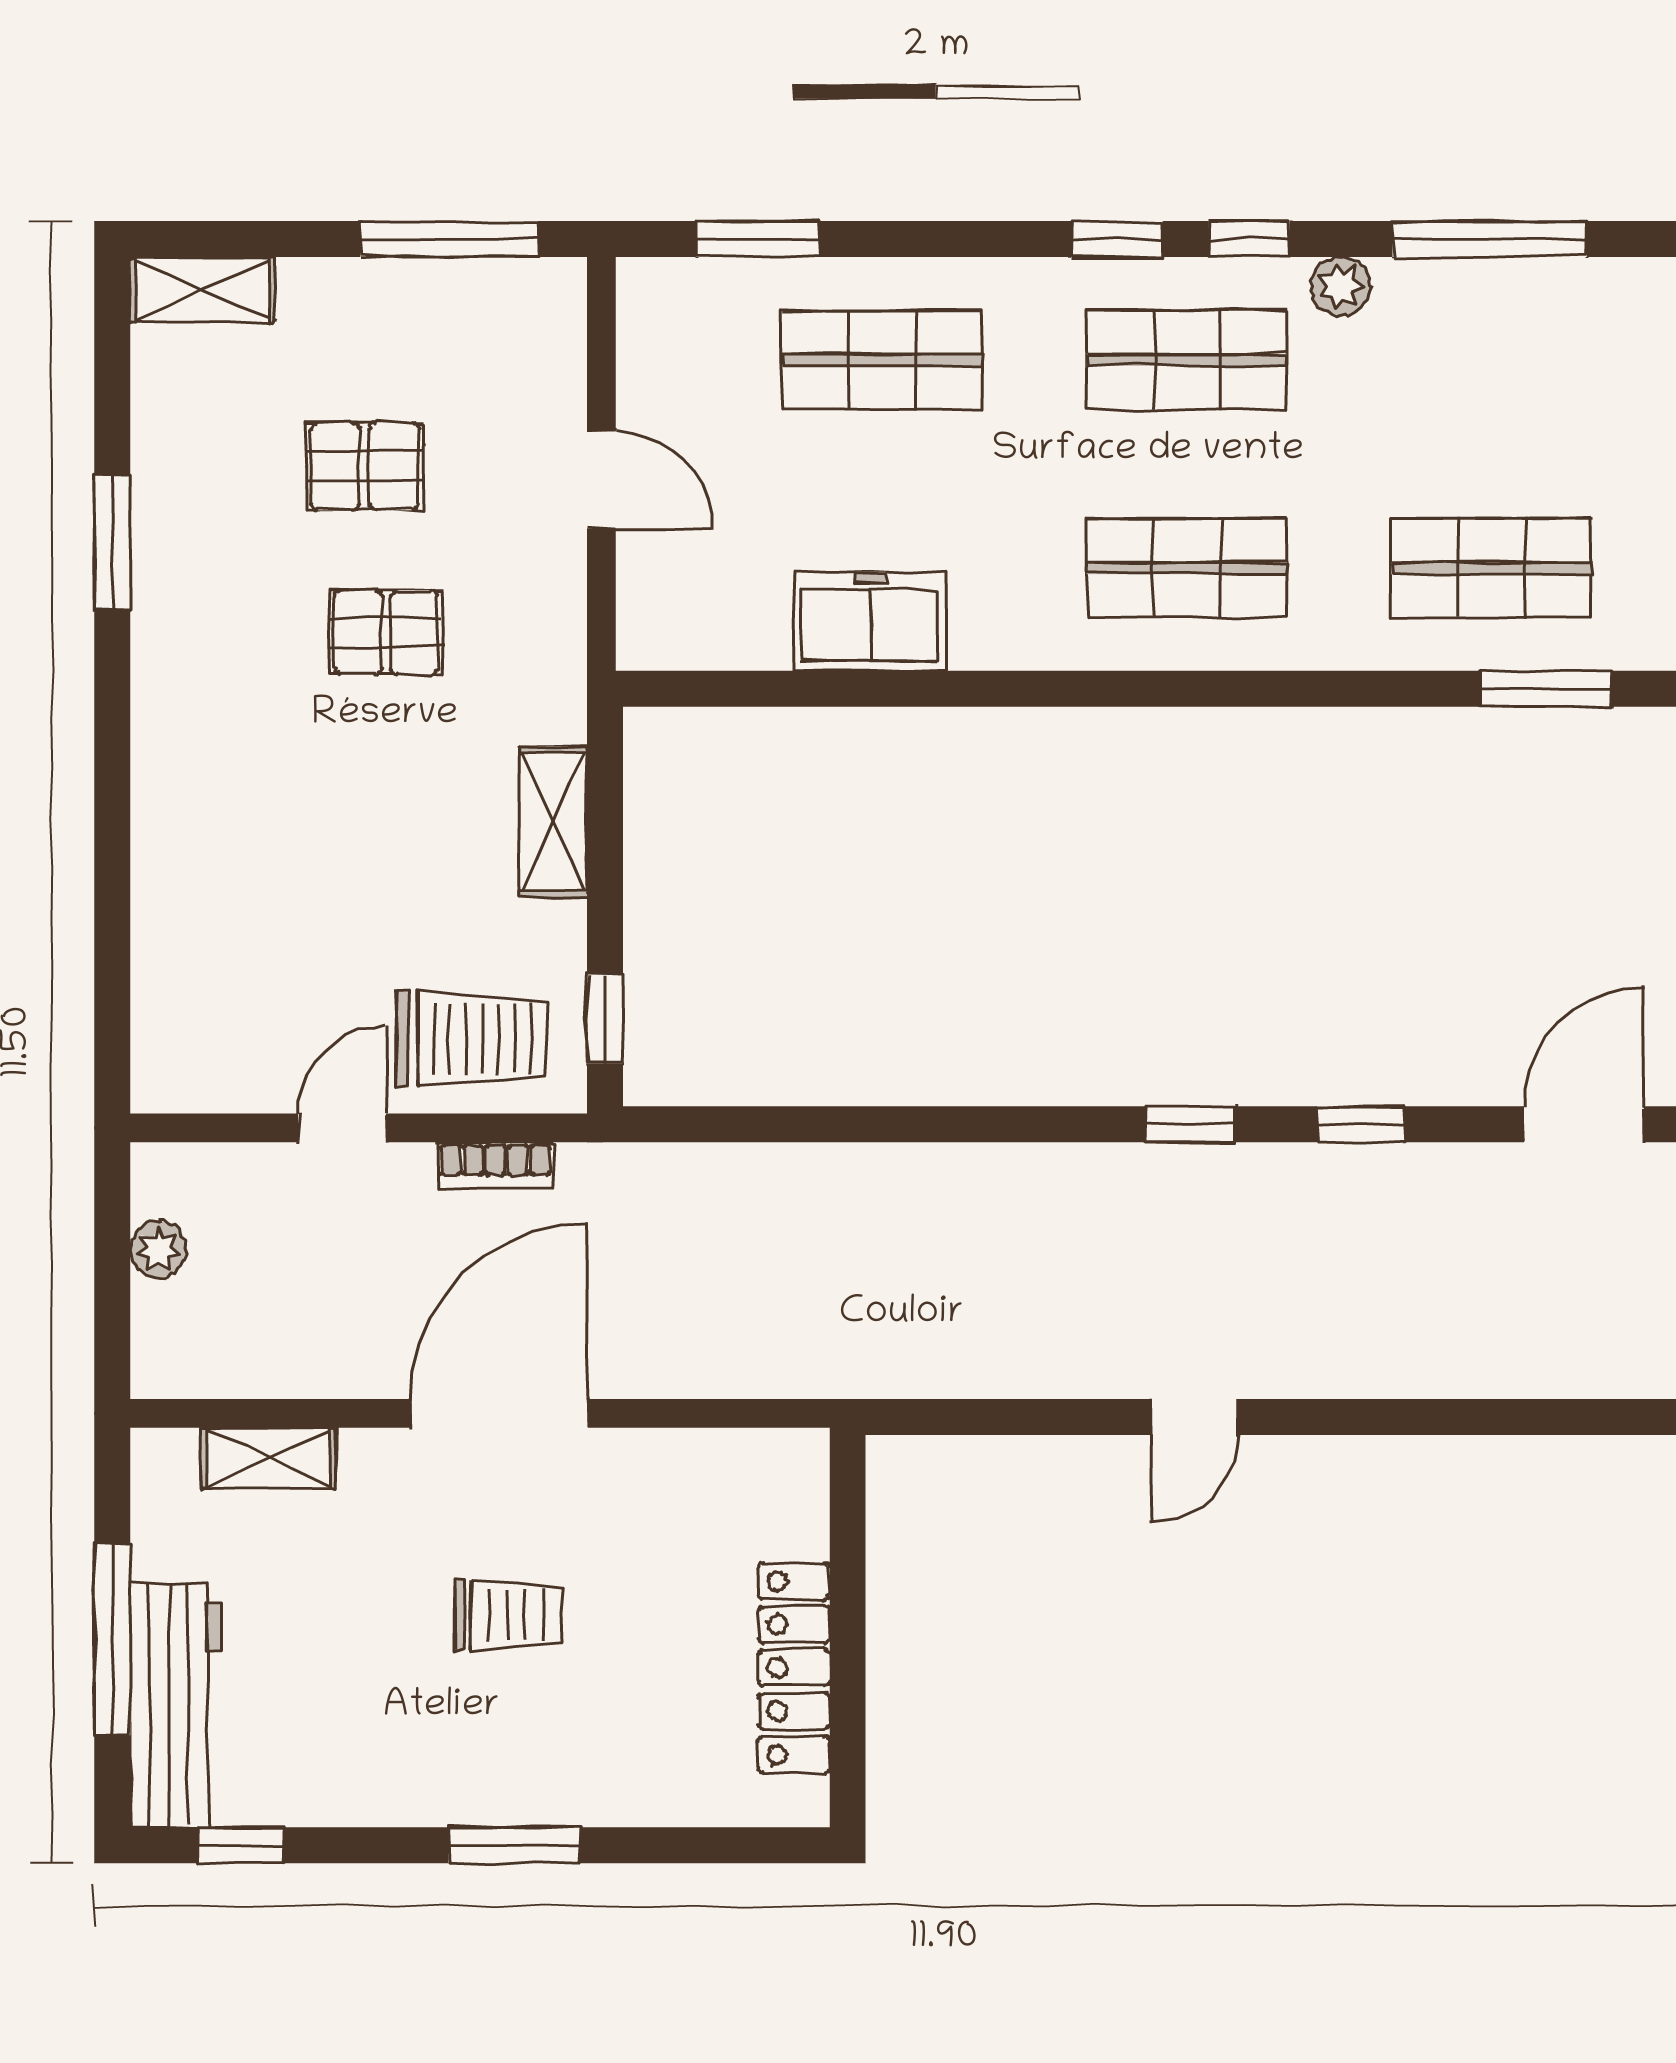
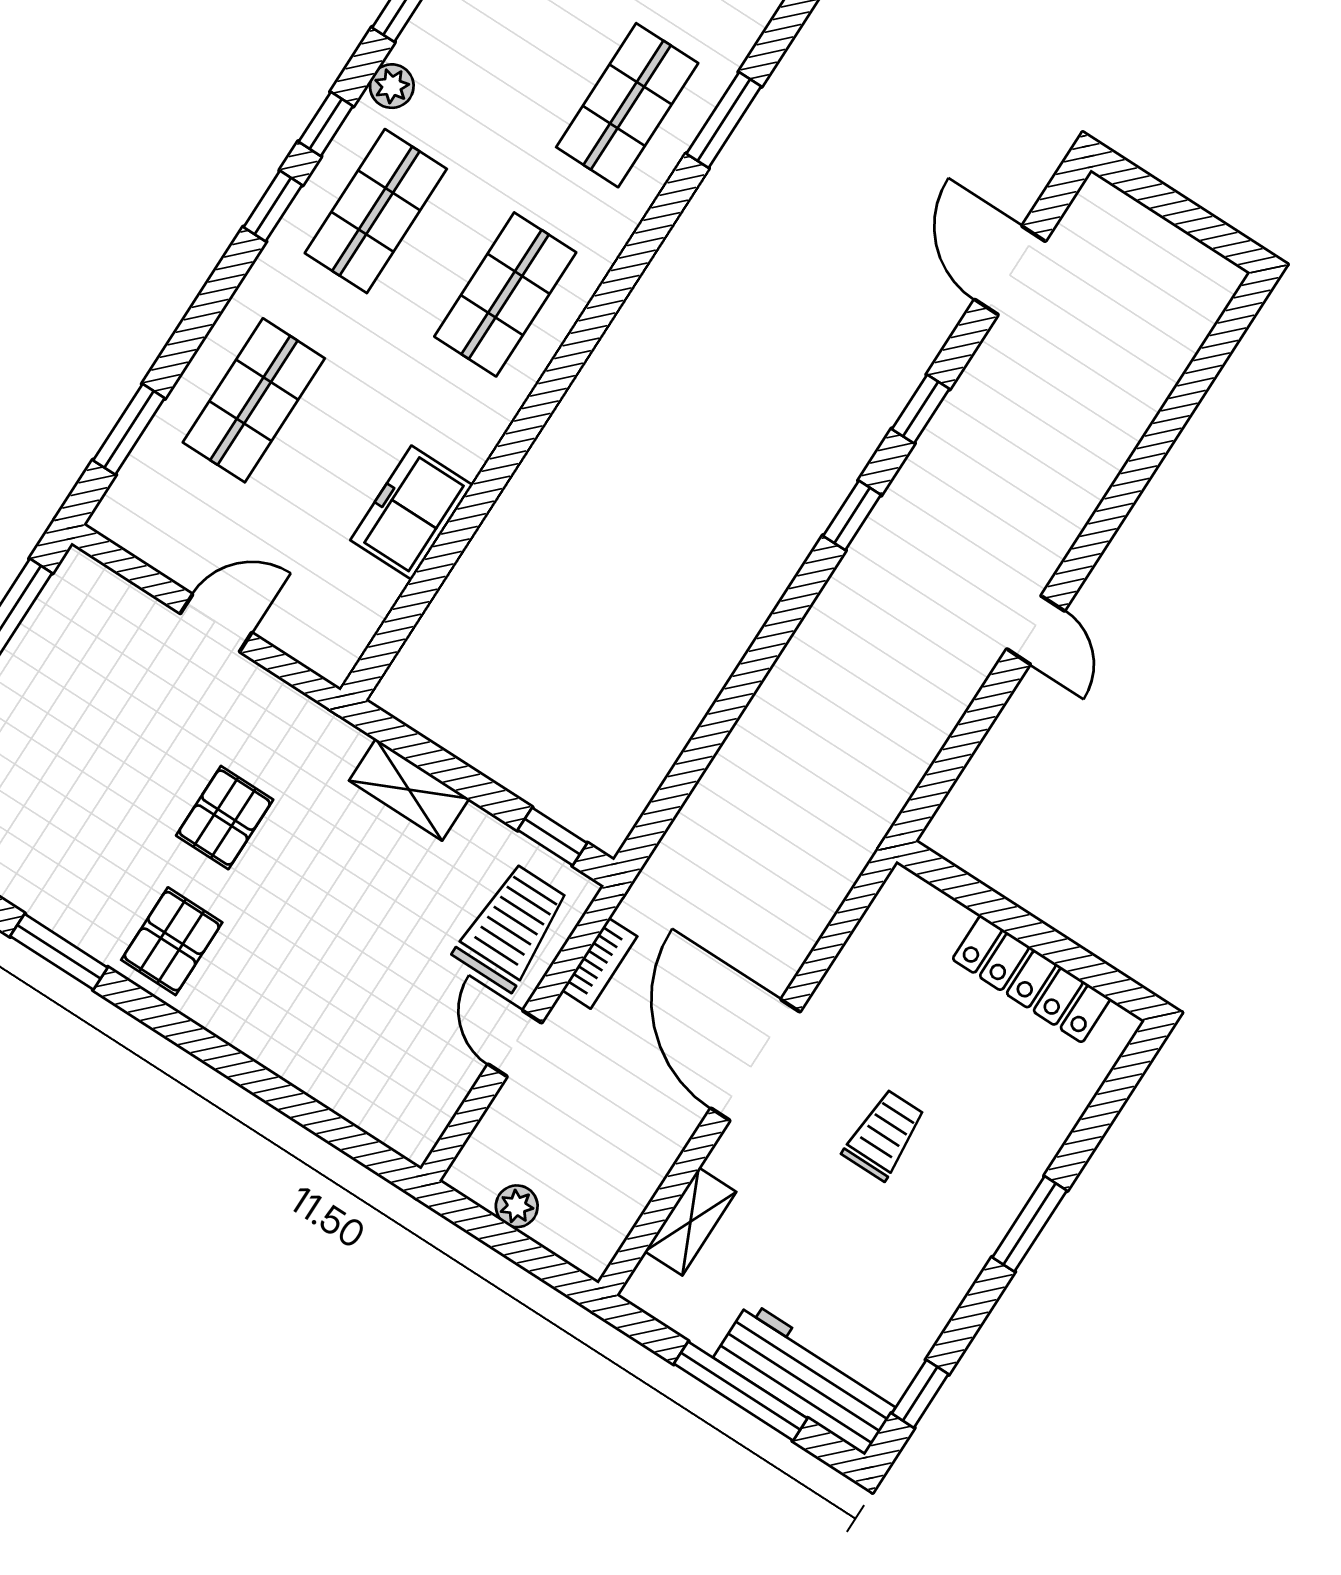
pallet: (364, 466) -> (172, 941), moved

